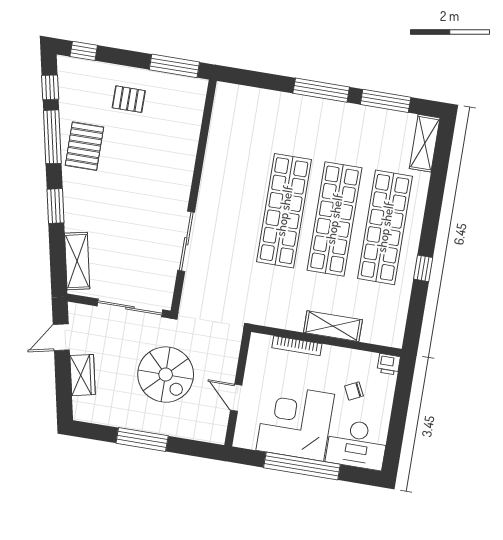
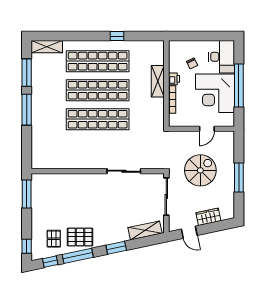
pallet: (129, 99) -> (54, 239), moved
printer: (389, 364) -> (174, 79), moved

